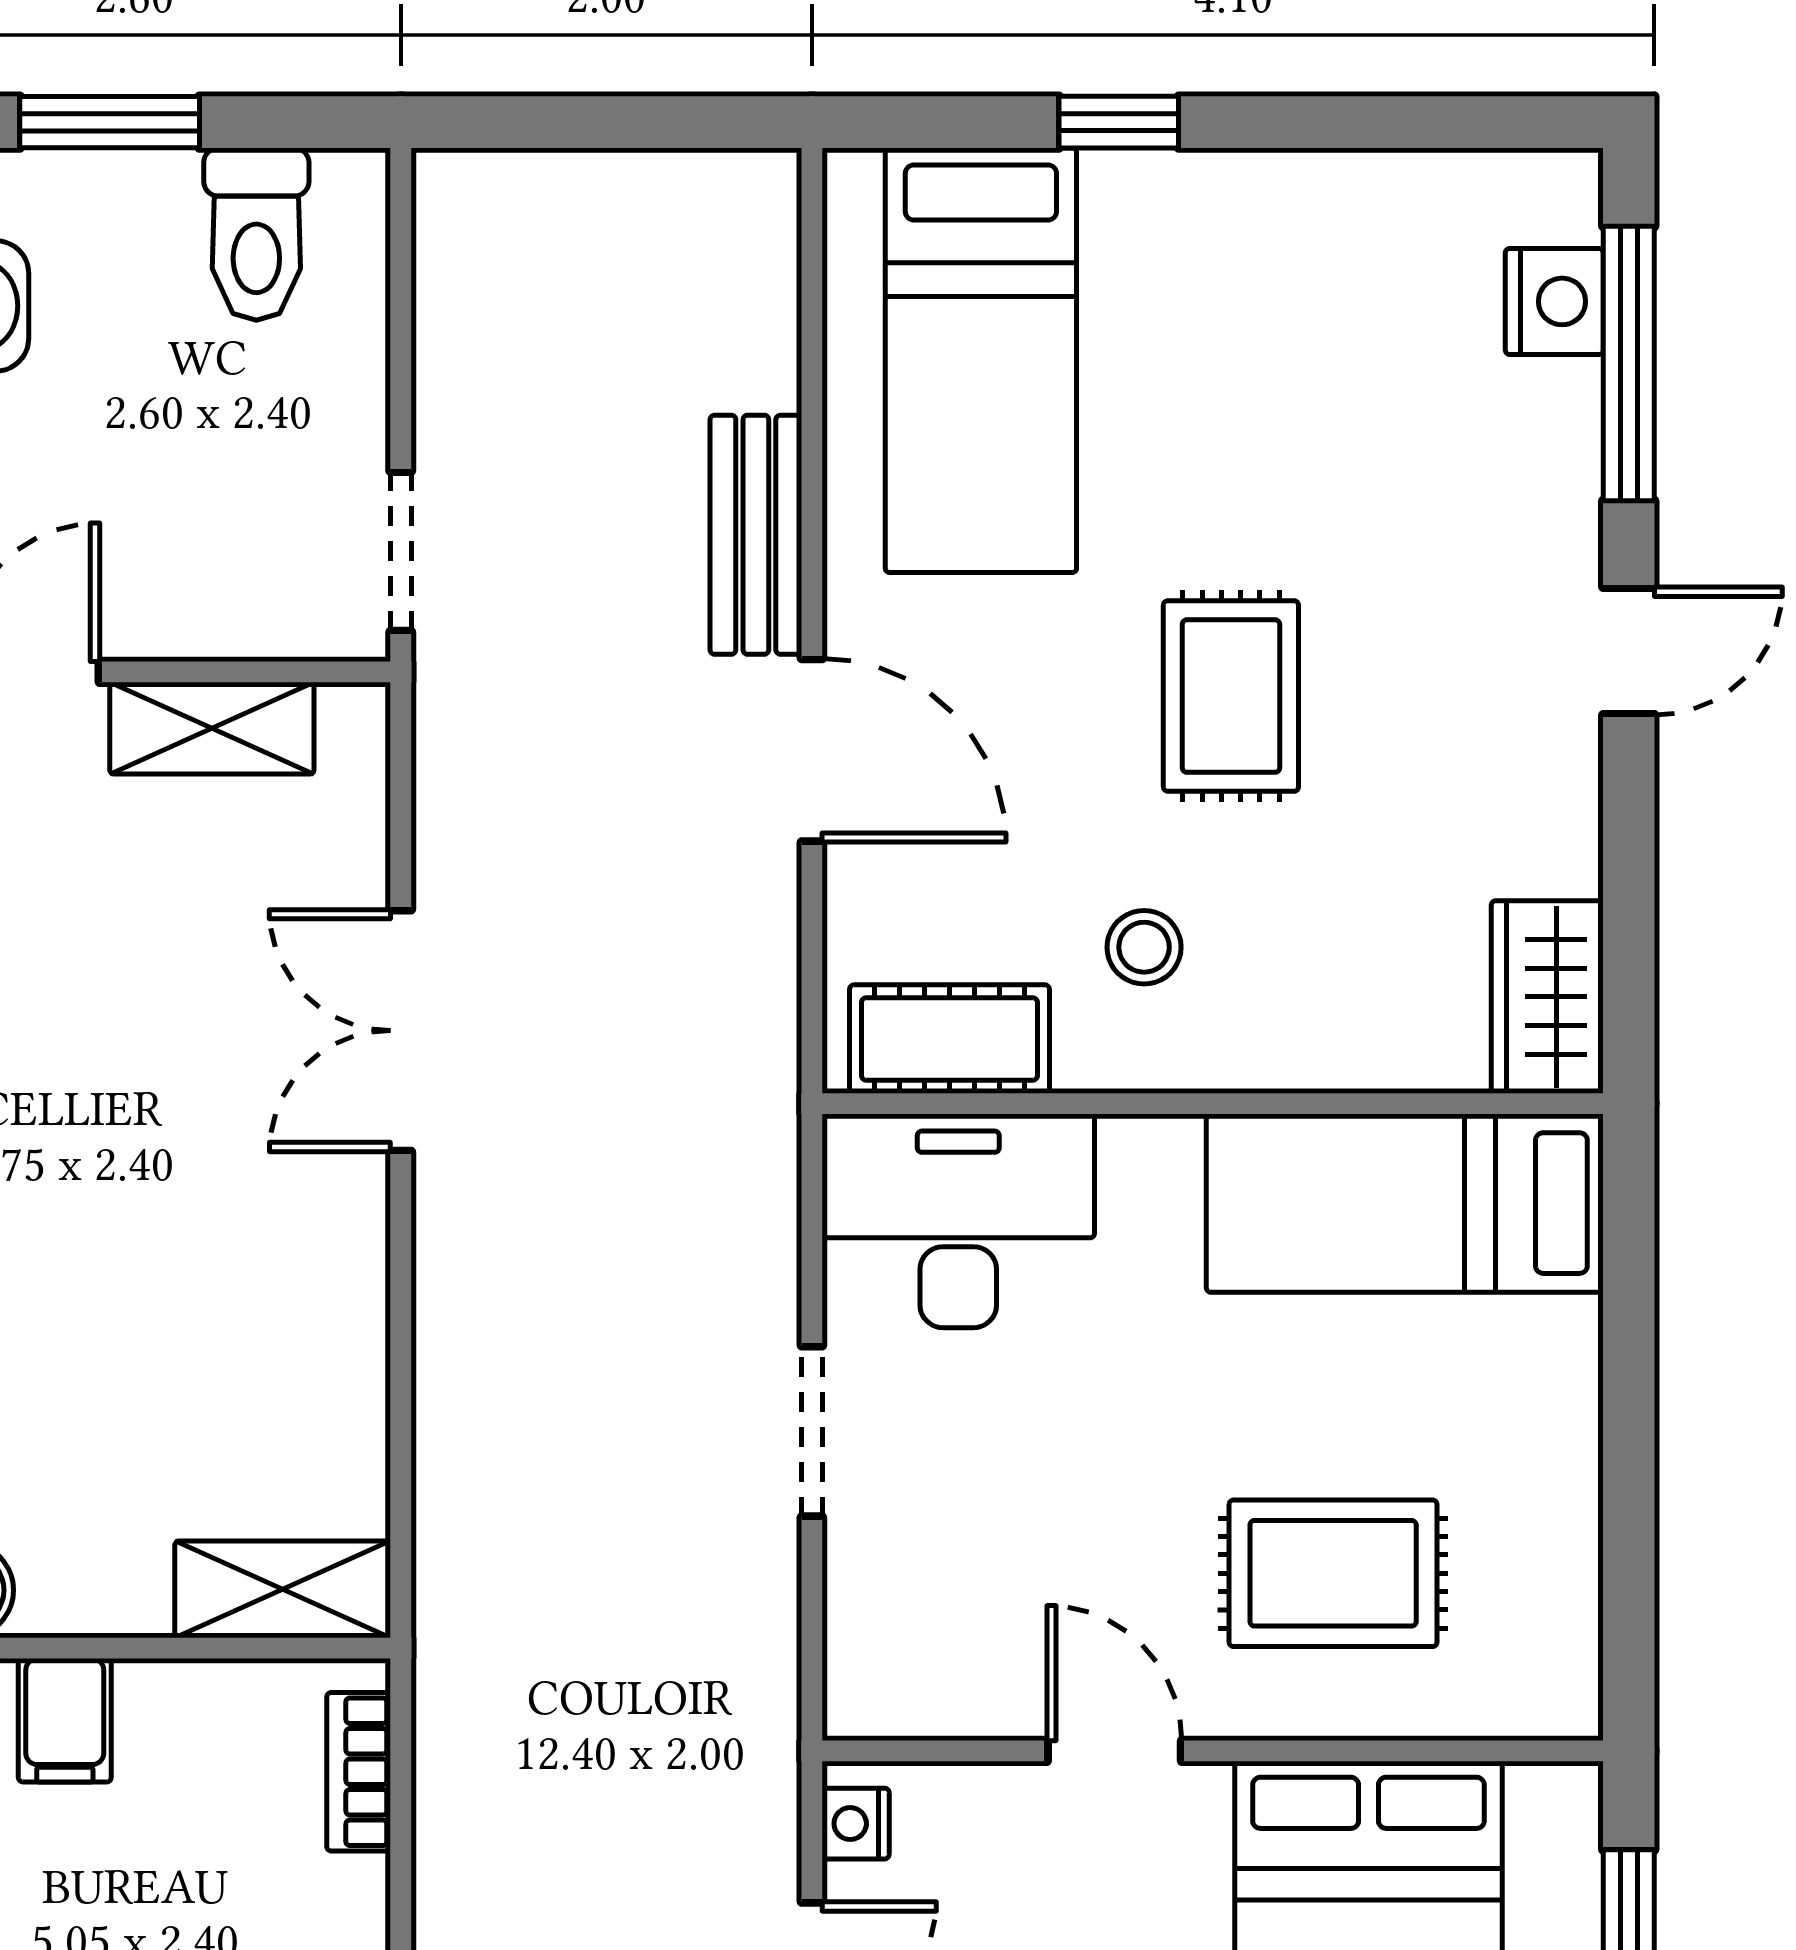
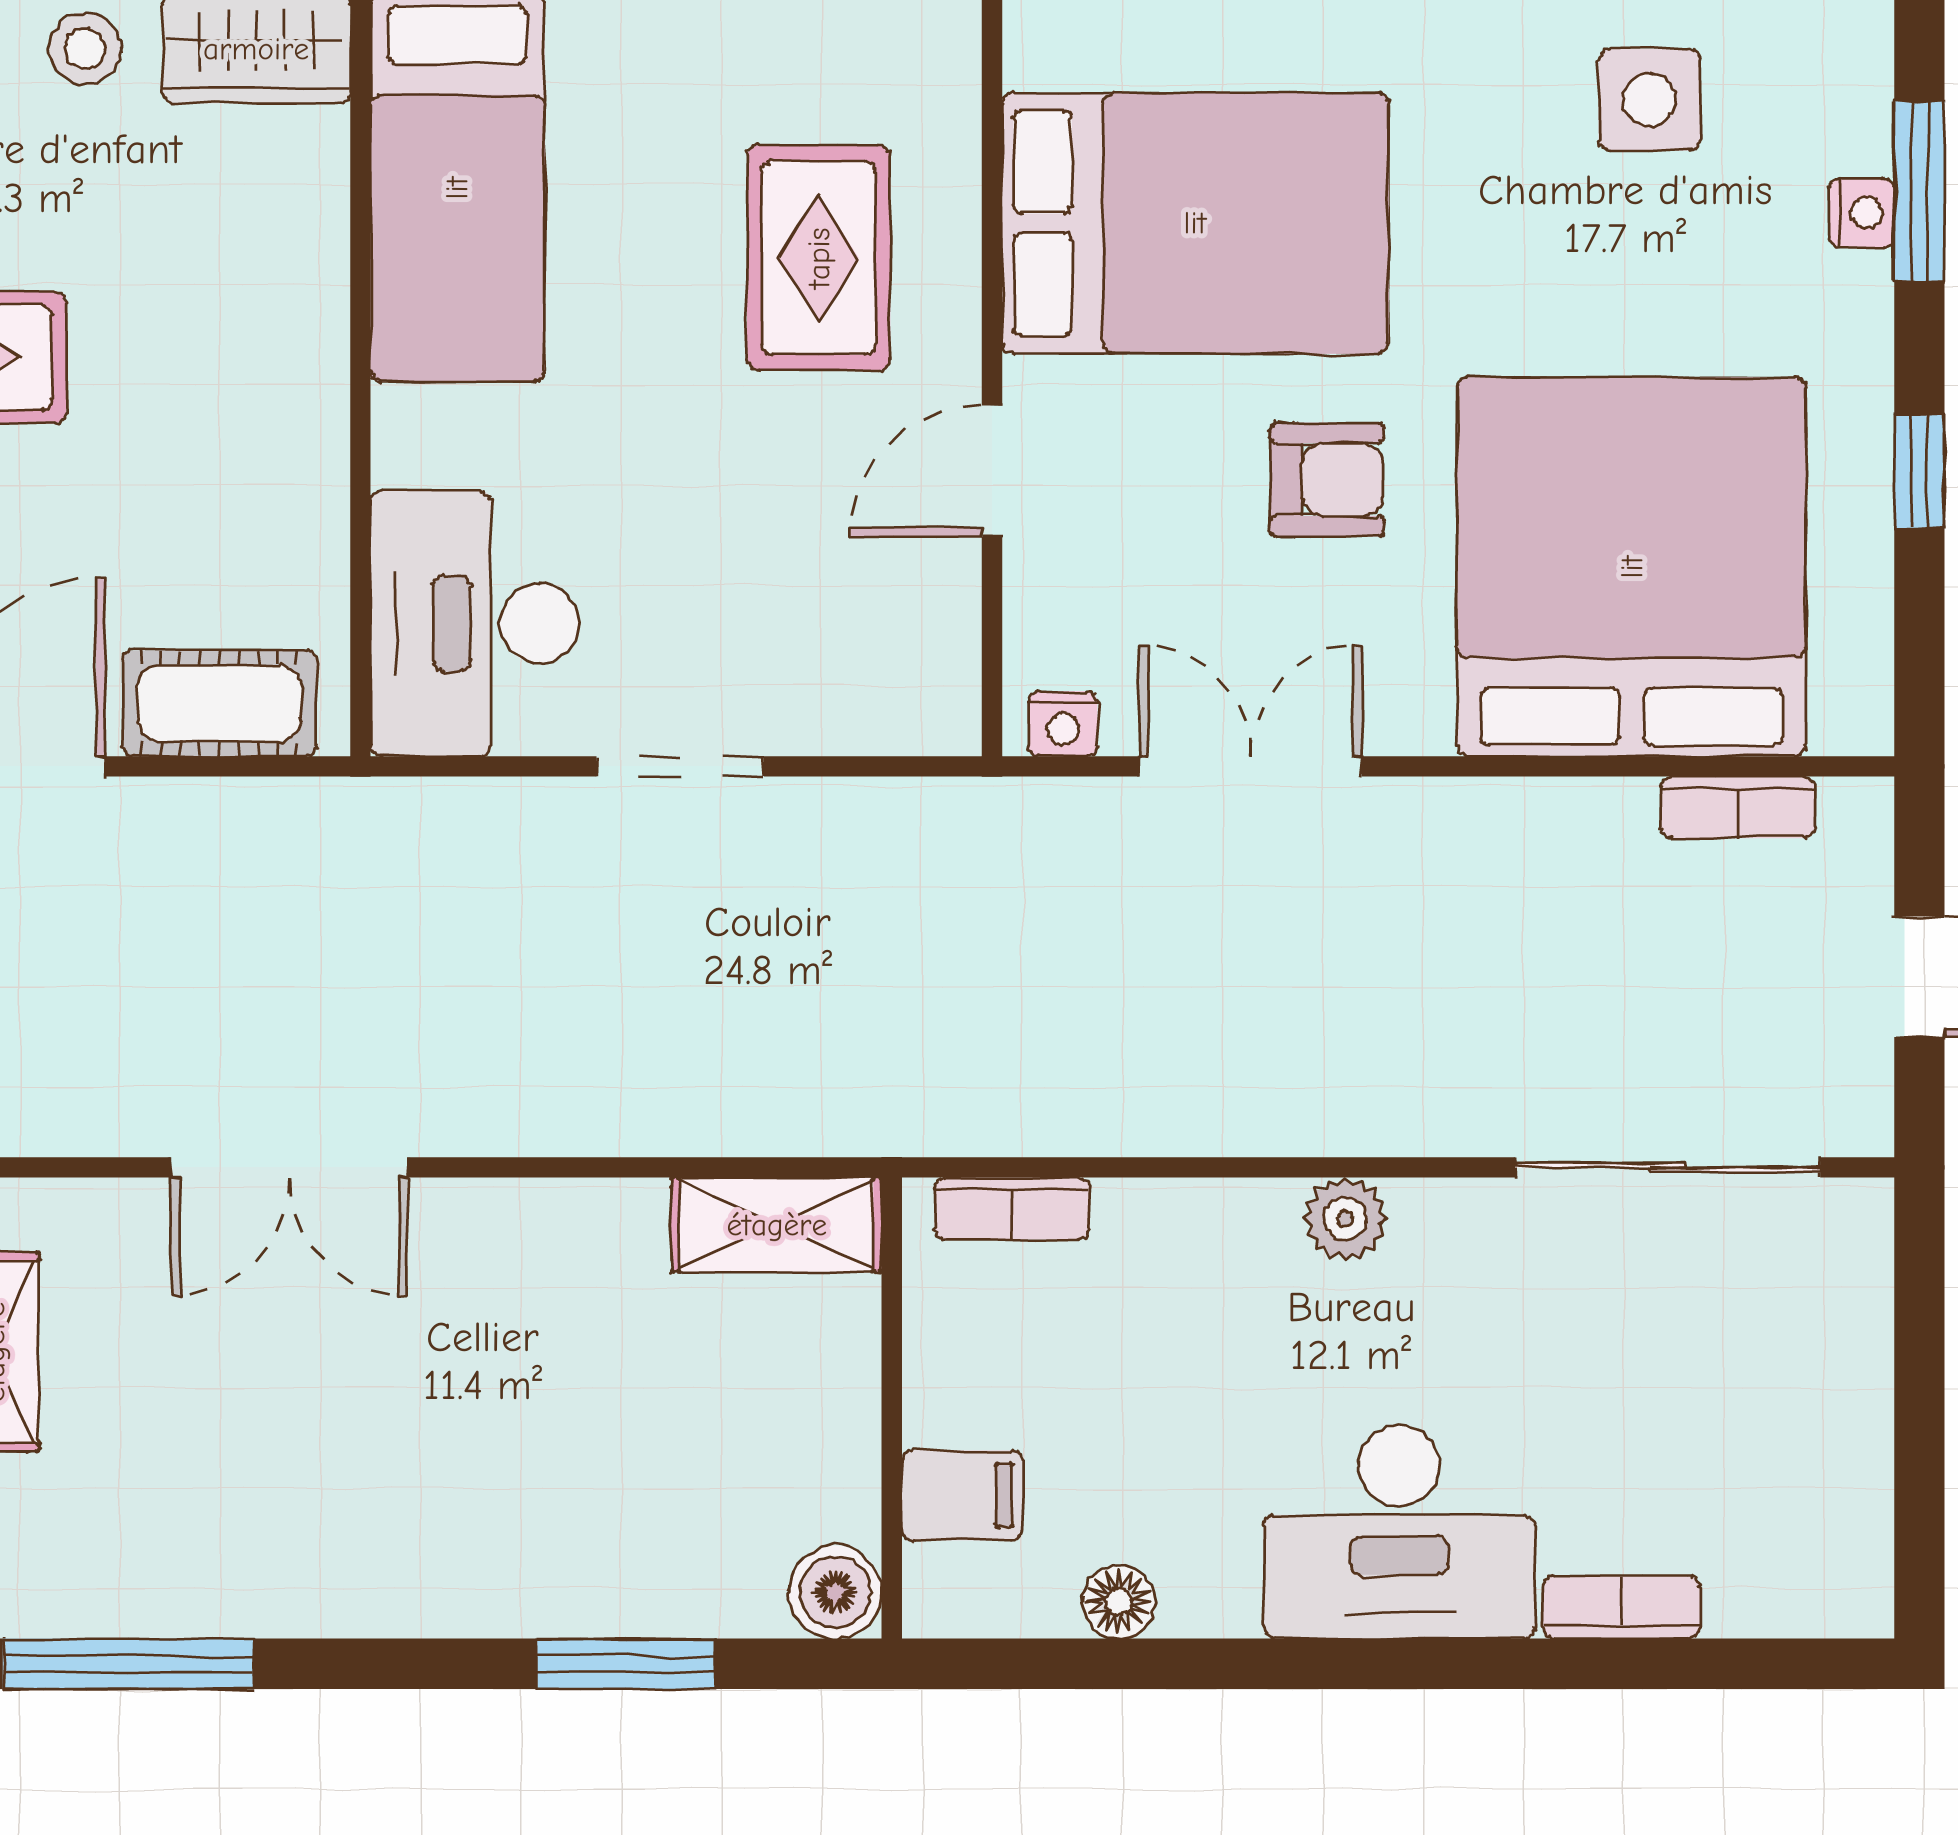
stool: (1144, 947) -> (85, 48), moved
cot: (949, 1039) -> (219, 703), moved, turned 90
shelving: (283, 1589) -> (777, 1225), moved, turned 90

